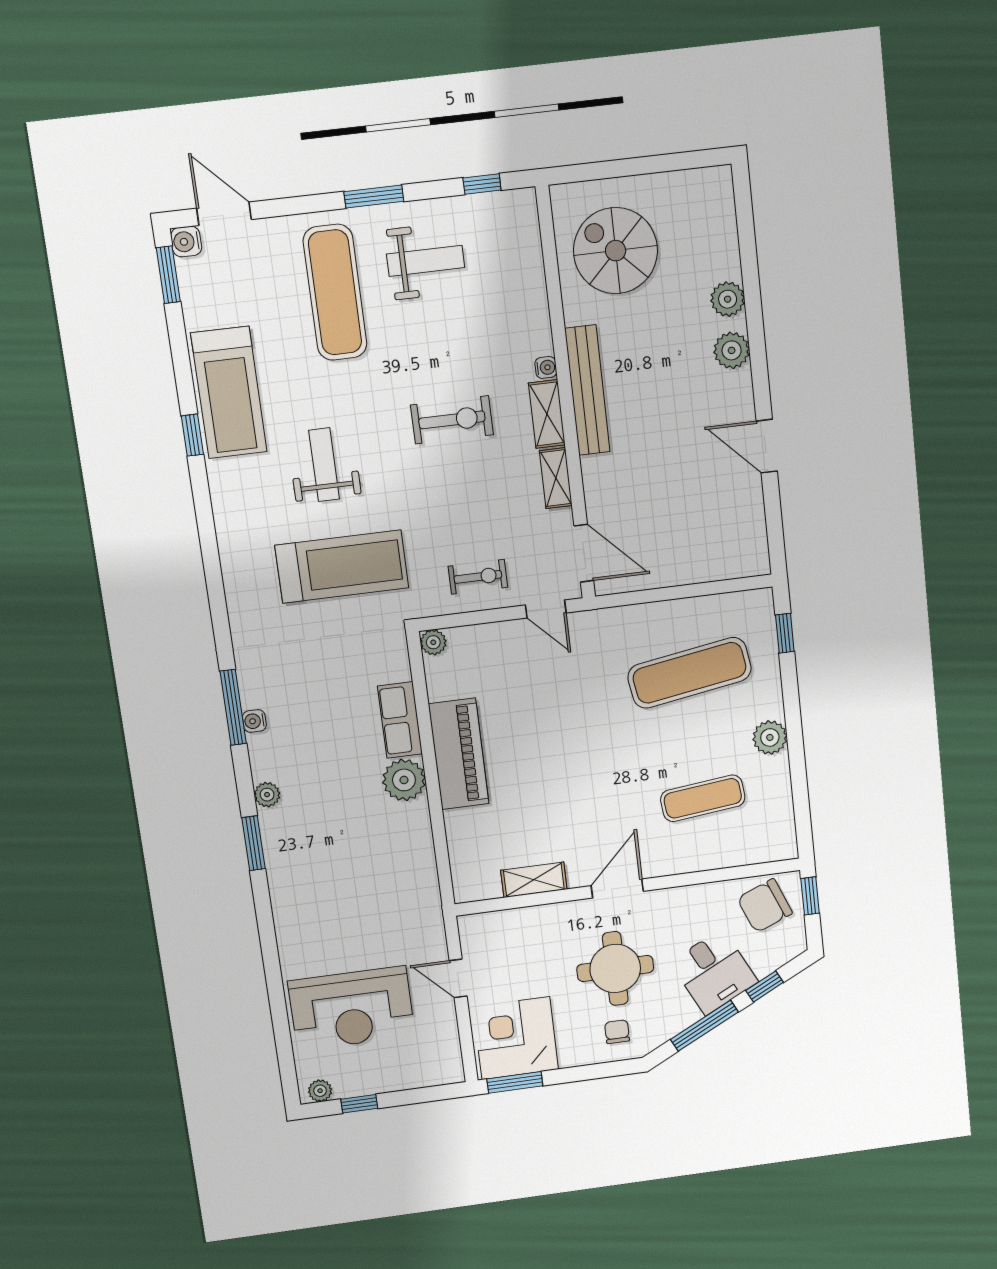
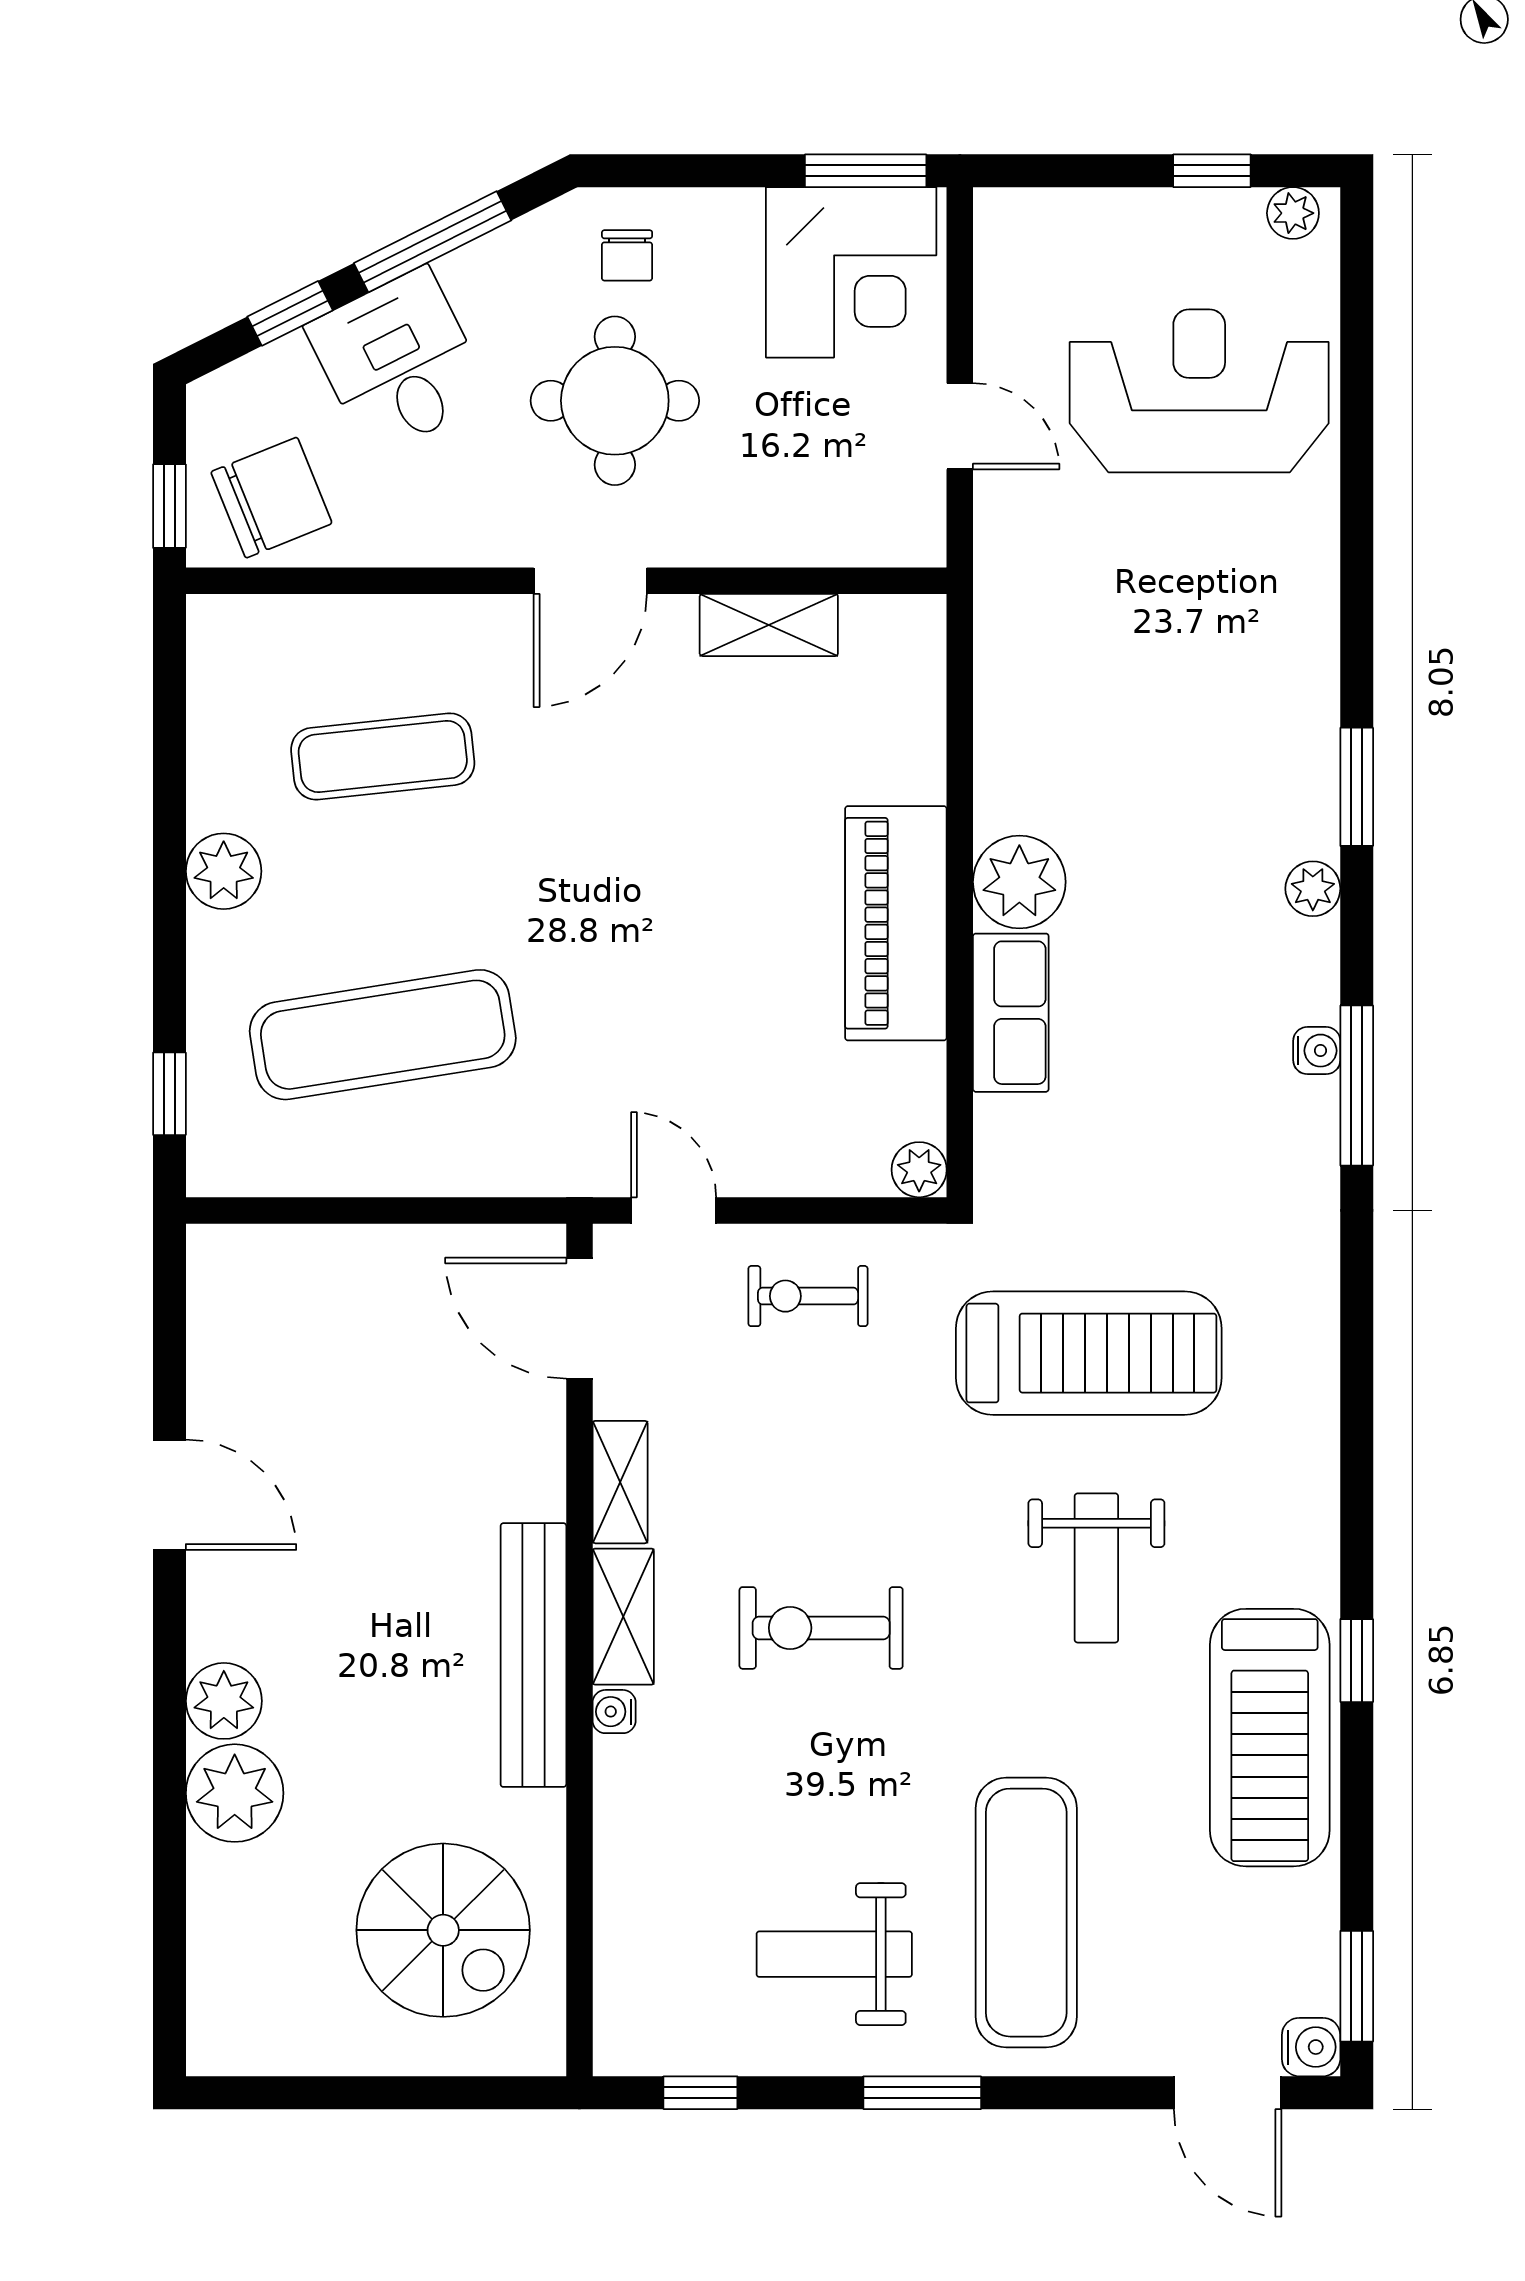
plant: (728, 299) -> (235, 1793), width x1.36, depth x1.36
treadmill: (229, 393) -> (1270, 1738), turned 180
treadmill: (342, 567) -> (1089, 1353), turned 180

